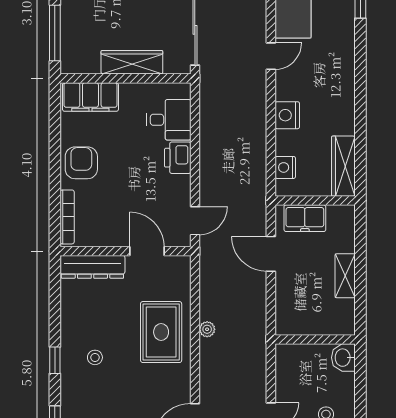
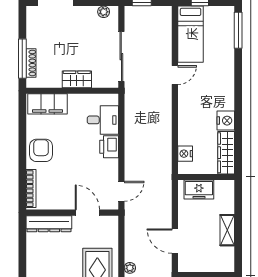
shoe rack: (67, 39) -> (31, 63), added
wardrobe: (132, 62) -> (77, 79), width x0.67
nightstand: (287, 115) -> (226, 121), moved, turned 180
door: (271, 254) -> (175, 241), moved

